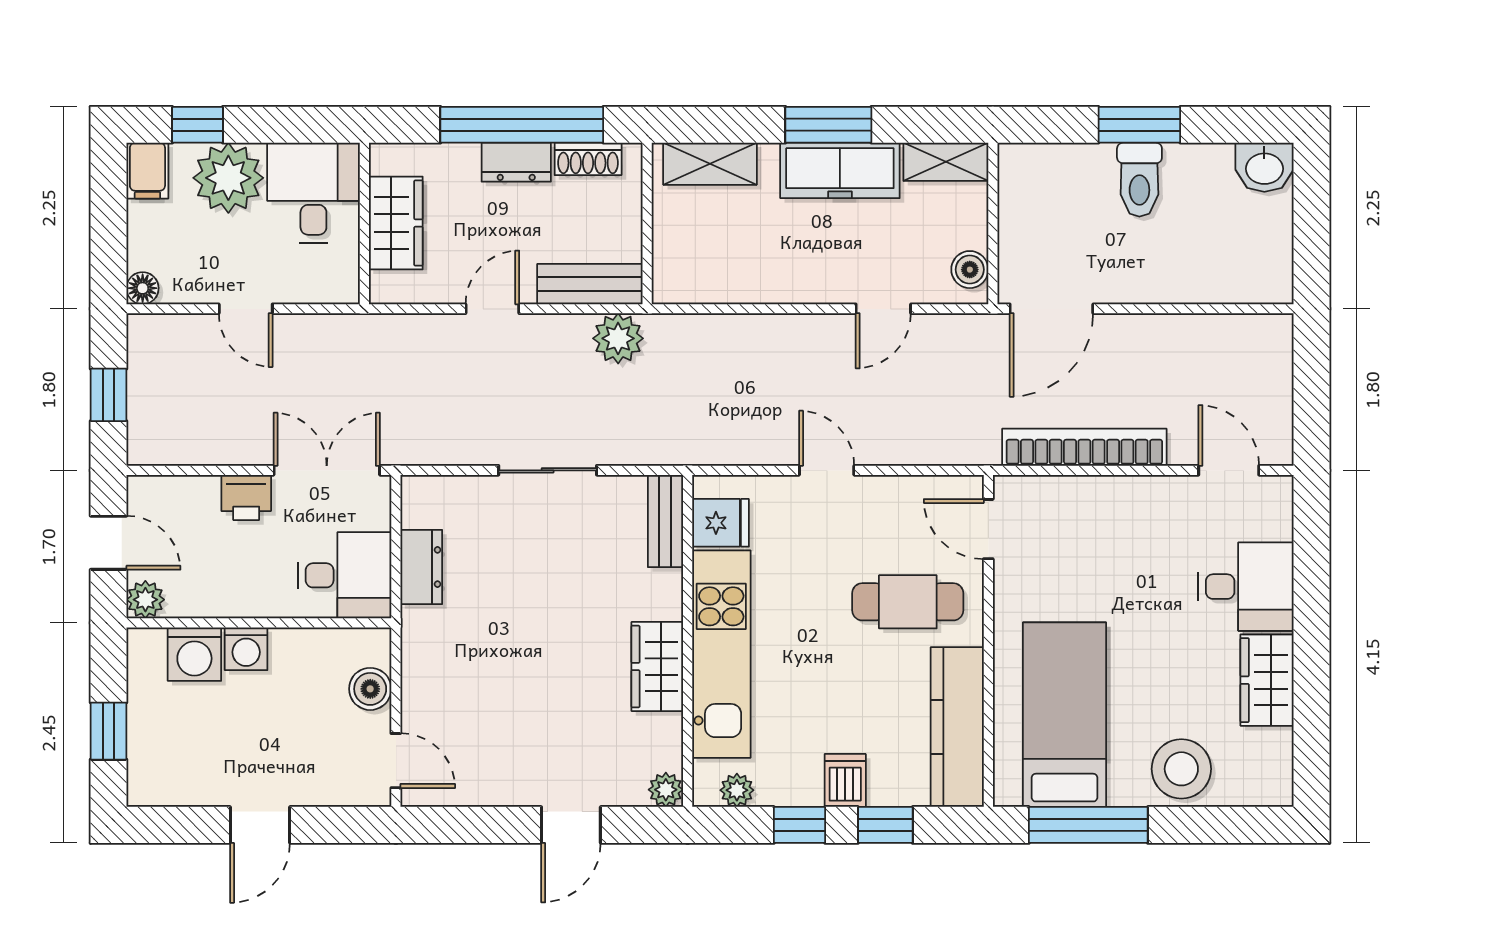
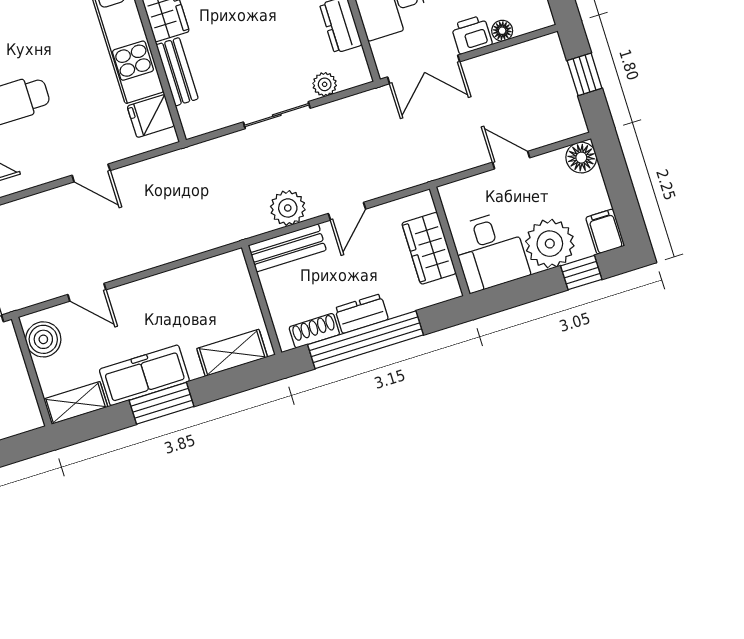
boiler: (970, 270) -> (43, 339), width x1.36, depth x1.36
floor lamp: (143, 288) -> (581, 158), width x1.37, depth x1.37
door: (883, 309) -> (87, 292), swing flipped
plant: (618, 338) -> (288, 208), moved
floor lamp: (203, 490) -> (502, 31), added
plant: (469, 492) -> (325, 84), added
bench: (665, 521) -> (177, 72), moved

